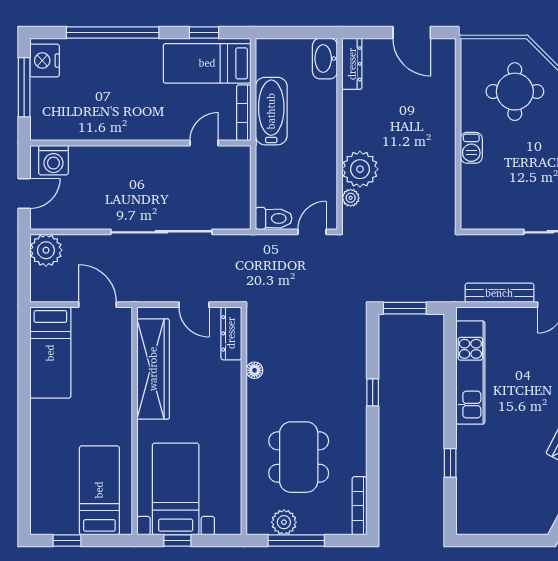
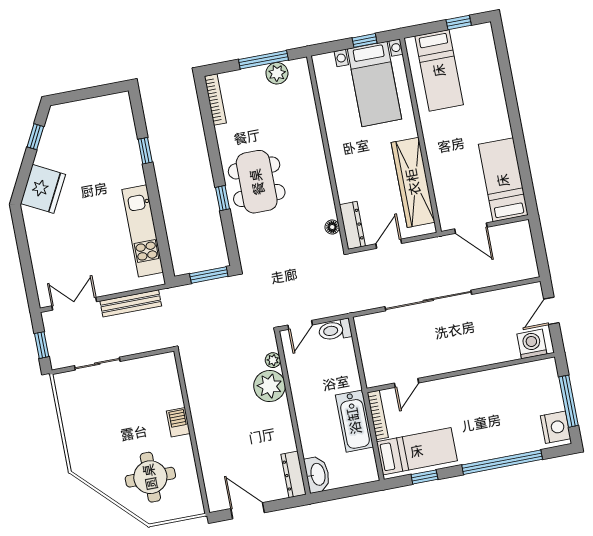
plant: (46, 250) -> (524, 266), removed
door: (194, 305) -> (389, 244), hinge flipped
floor lamp: (254, 370) -> (332, 227), moved
dining table: (299, 457) -> (257, 182), moved

